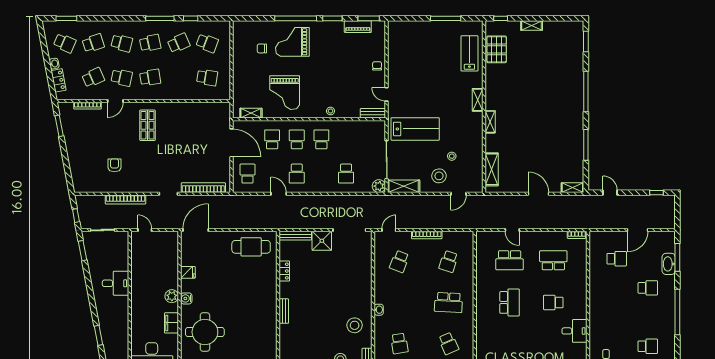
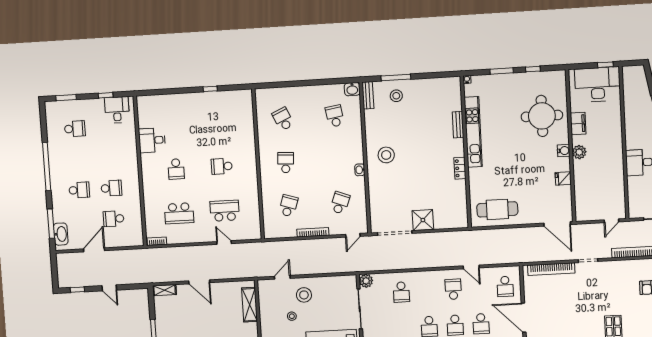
school desk: (346, 174) -> (401, 292), turned 180
shelving: (404, 186) -> (340, 282), removed
door: (610, 193) -> (109, 288), moved
door: (145, 230) -> (611, 221), hinge flipped
door: (196, 230) -> (557, 224), hinge flipped
bench: (295, 236) -> (451, 224), removed
washbasin: (669, 264) -> (61, 234), moved
locker: (284, 271) -> (460, 168), moved
school desk: (617, 288) -> (111, 188), added
school desk: (648, 288) -> (79, 190), turned 180
school desk: (449, 302) -> (286, 163), width x0.54
school desk: (510, 302) -> (222, 166), width x0.54
school desk: (553, 302) -> (176, 169), turned 90
washbasin: (379, 310) -> (360, 170), moved
bench: (284, 311) -> (458, 125), moved
kitchen unit: (270, 321) -> (473, 132), added
stool: (355, 325) -> (386, 155), moved
school desk: (648, 346) -> (75, 129), turned 180

